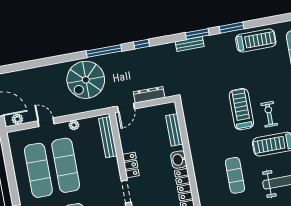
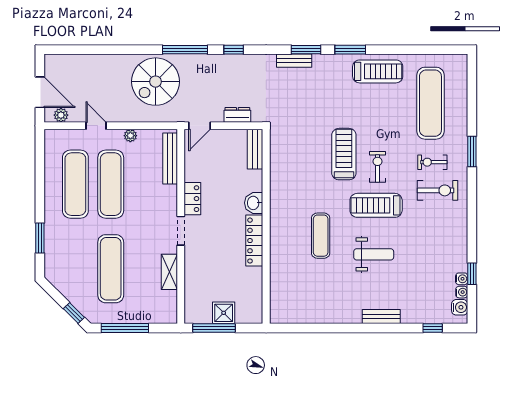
dresser: (149, 95) -> (237, 115), width x0.70
bench: (174, 130) -> (255, 149), moved

